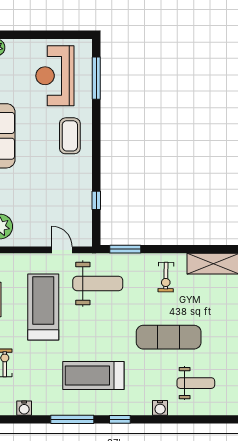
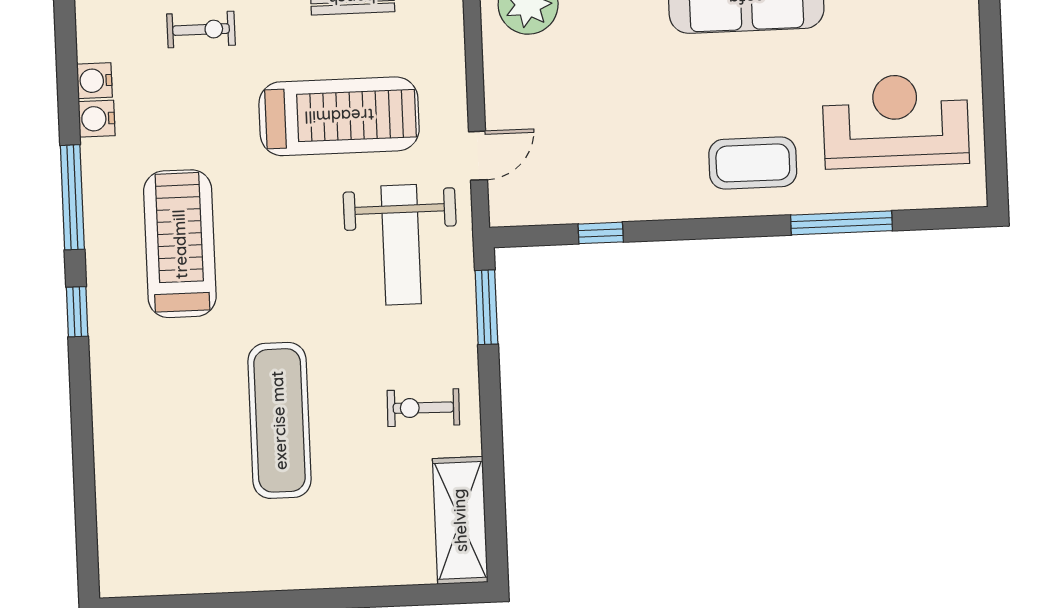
window: (96, 78) -> (842, 223), moved
weight bench: (196, 383) -> (172, 490), removed
water cooler: (160, 408) -> (97, 119), moved

